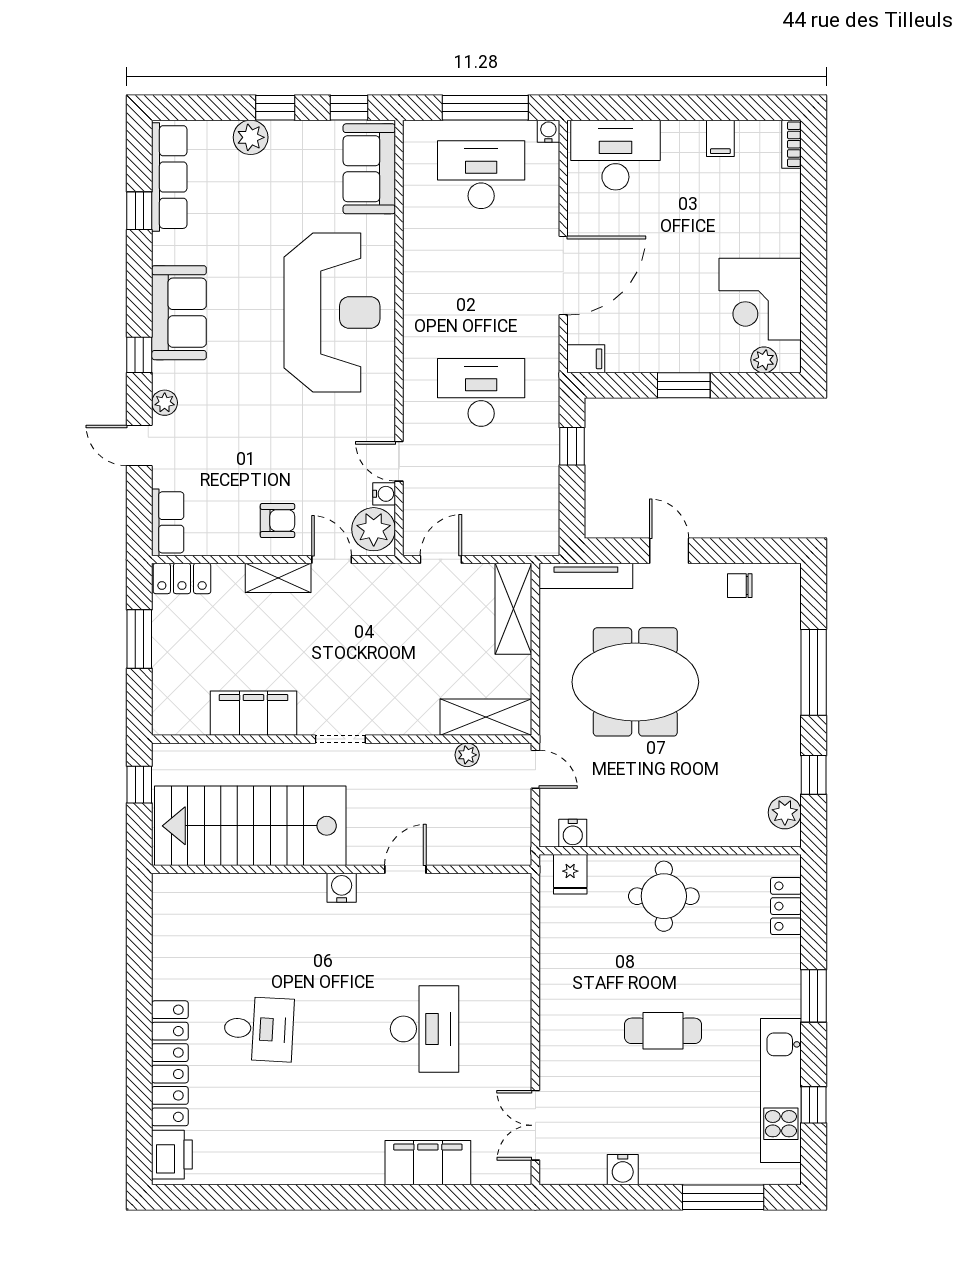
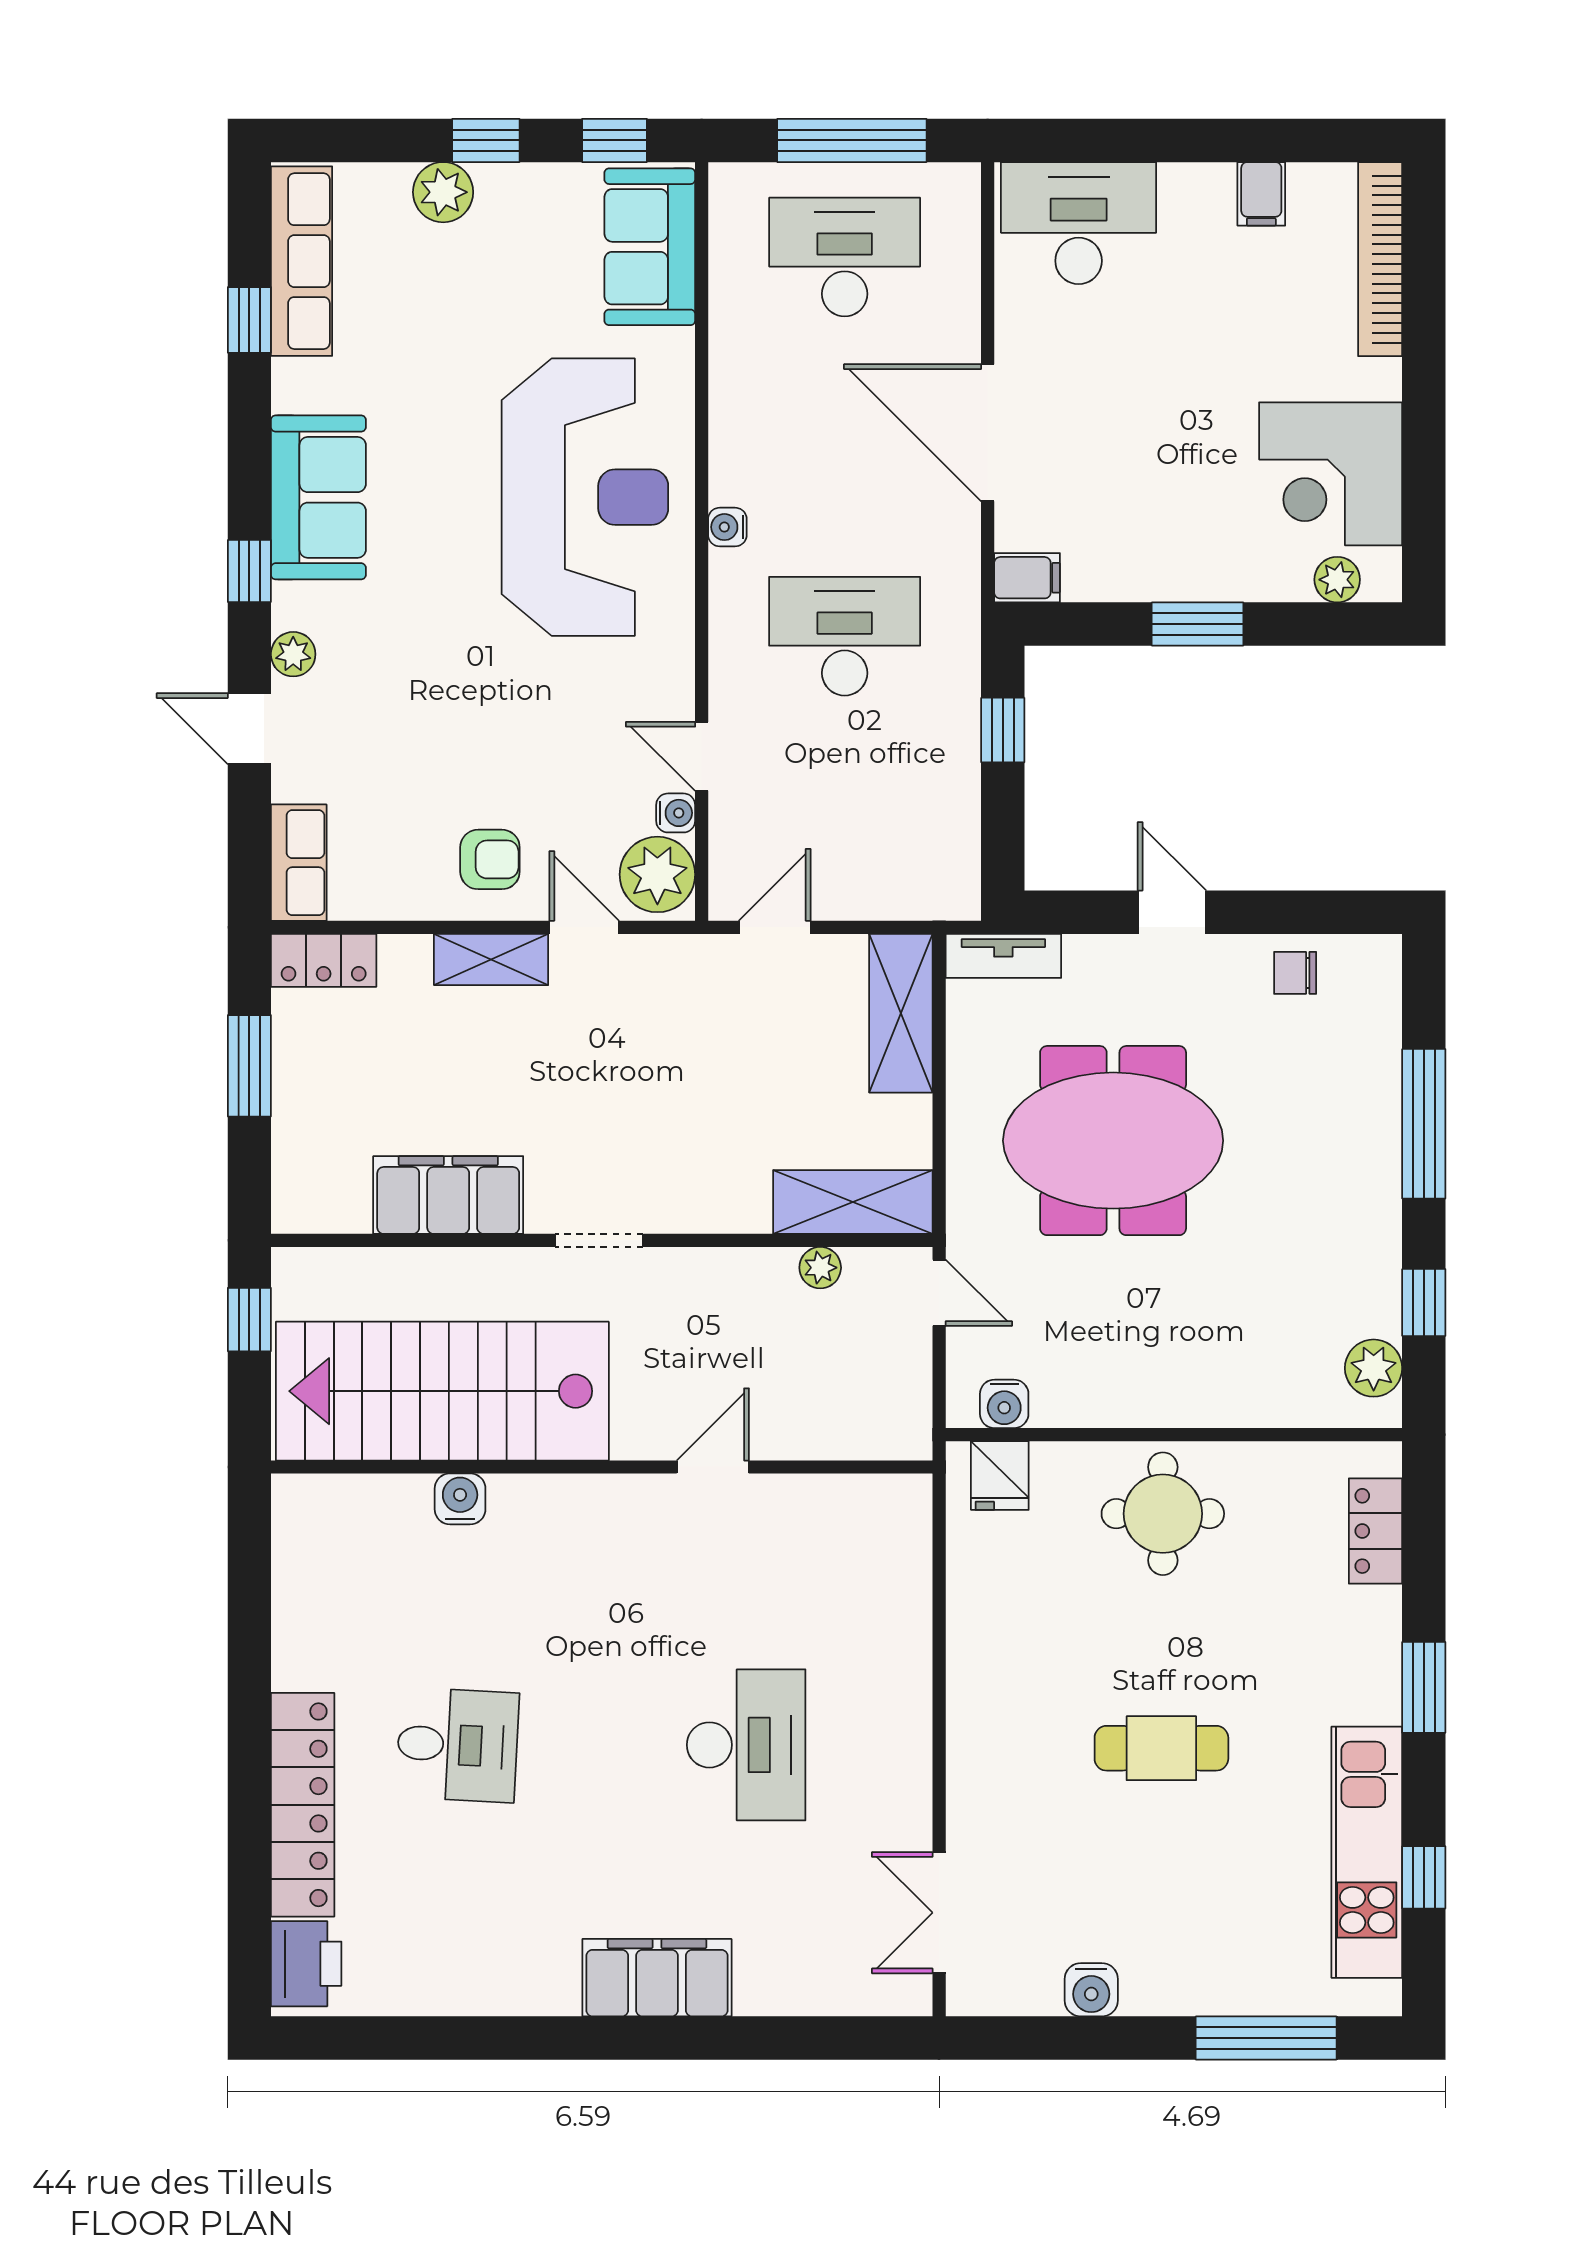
water cooler: (548, 131) -> (727, 527), moved, turned -90
bookcase: (792, 144) -> (1380, 259), width x2.31, depth x1.31
door: (563, 276) -> (988, 433), swing flipped
tv unit: (586, 576) -> (1003, 956), width x0.71
water cooler: (342, 888) -> (460, 1499), moved
filing cabinet: (428, 1163) -> (657, 1978), moved

